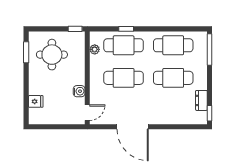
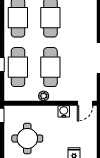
plant: (95, 49) -> (44, 96), moved
door: (87, 113) -> (85, 103), swing flipped

